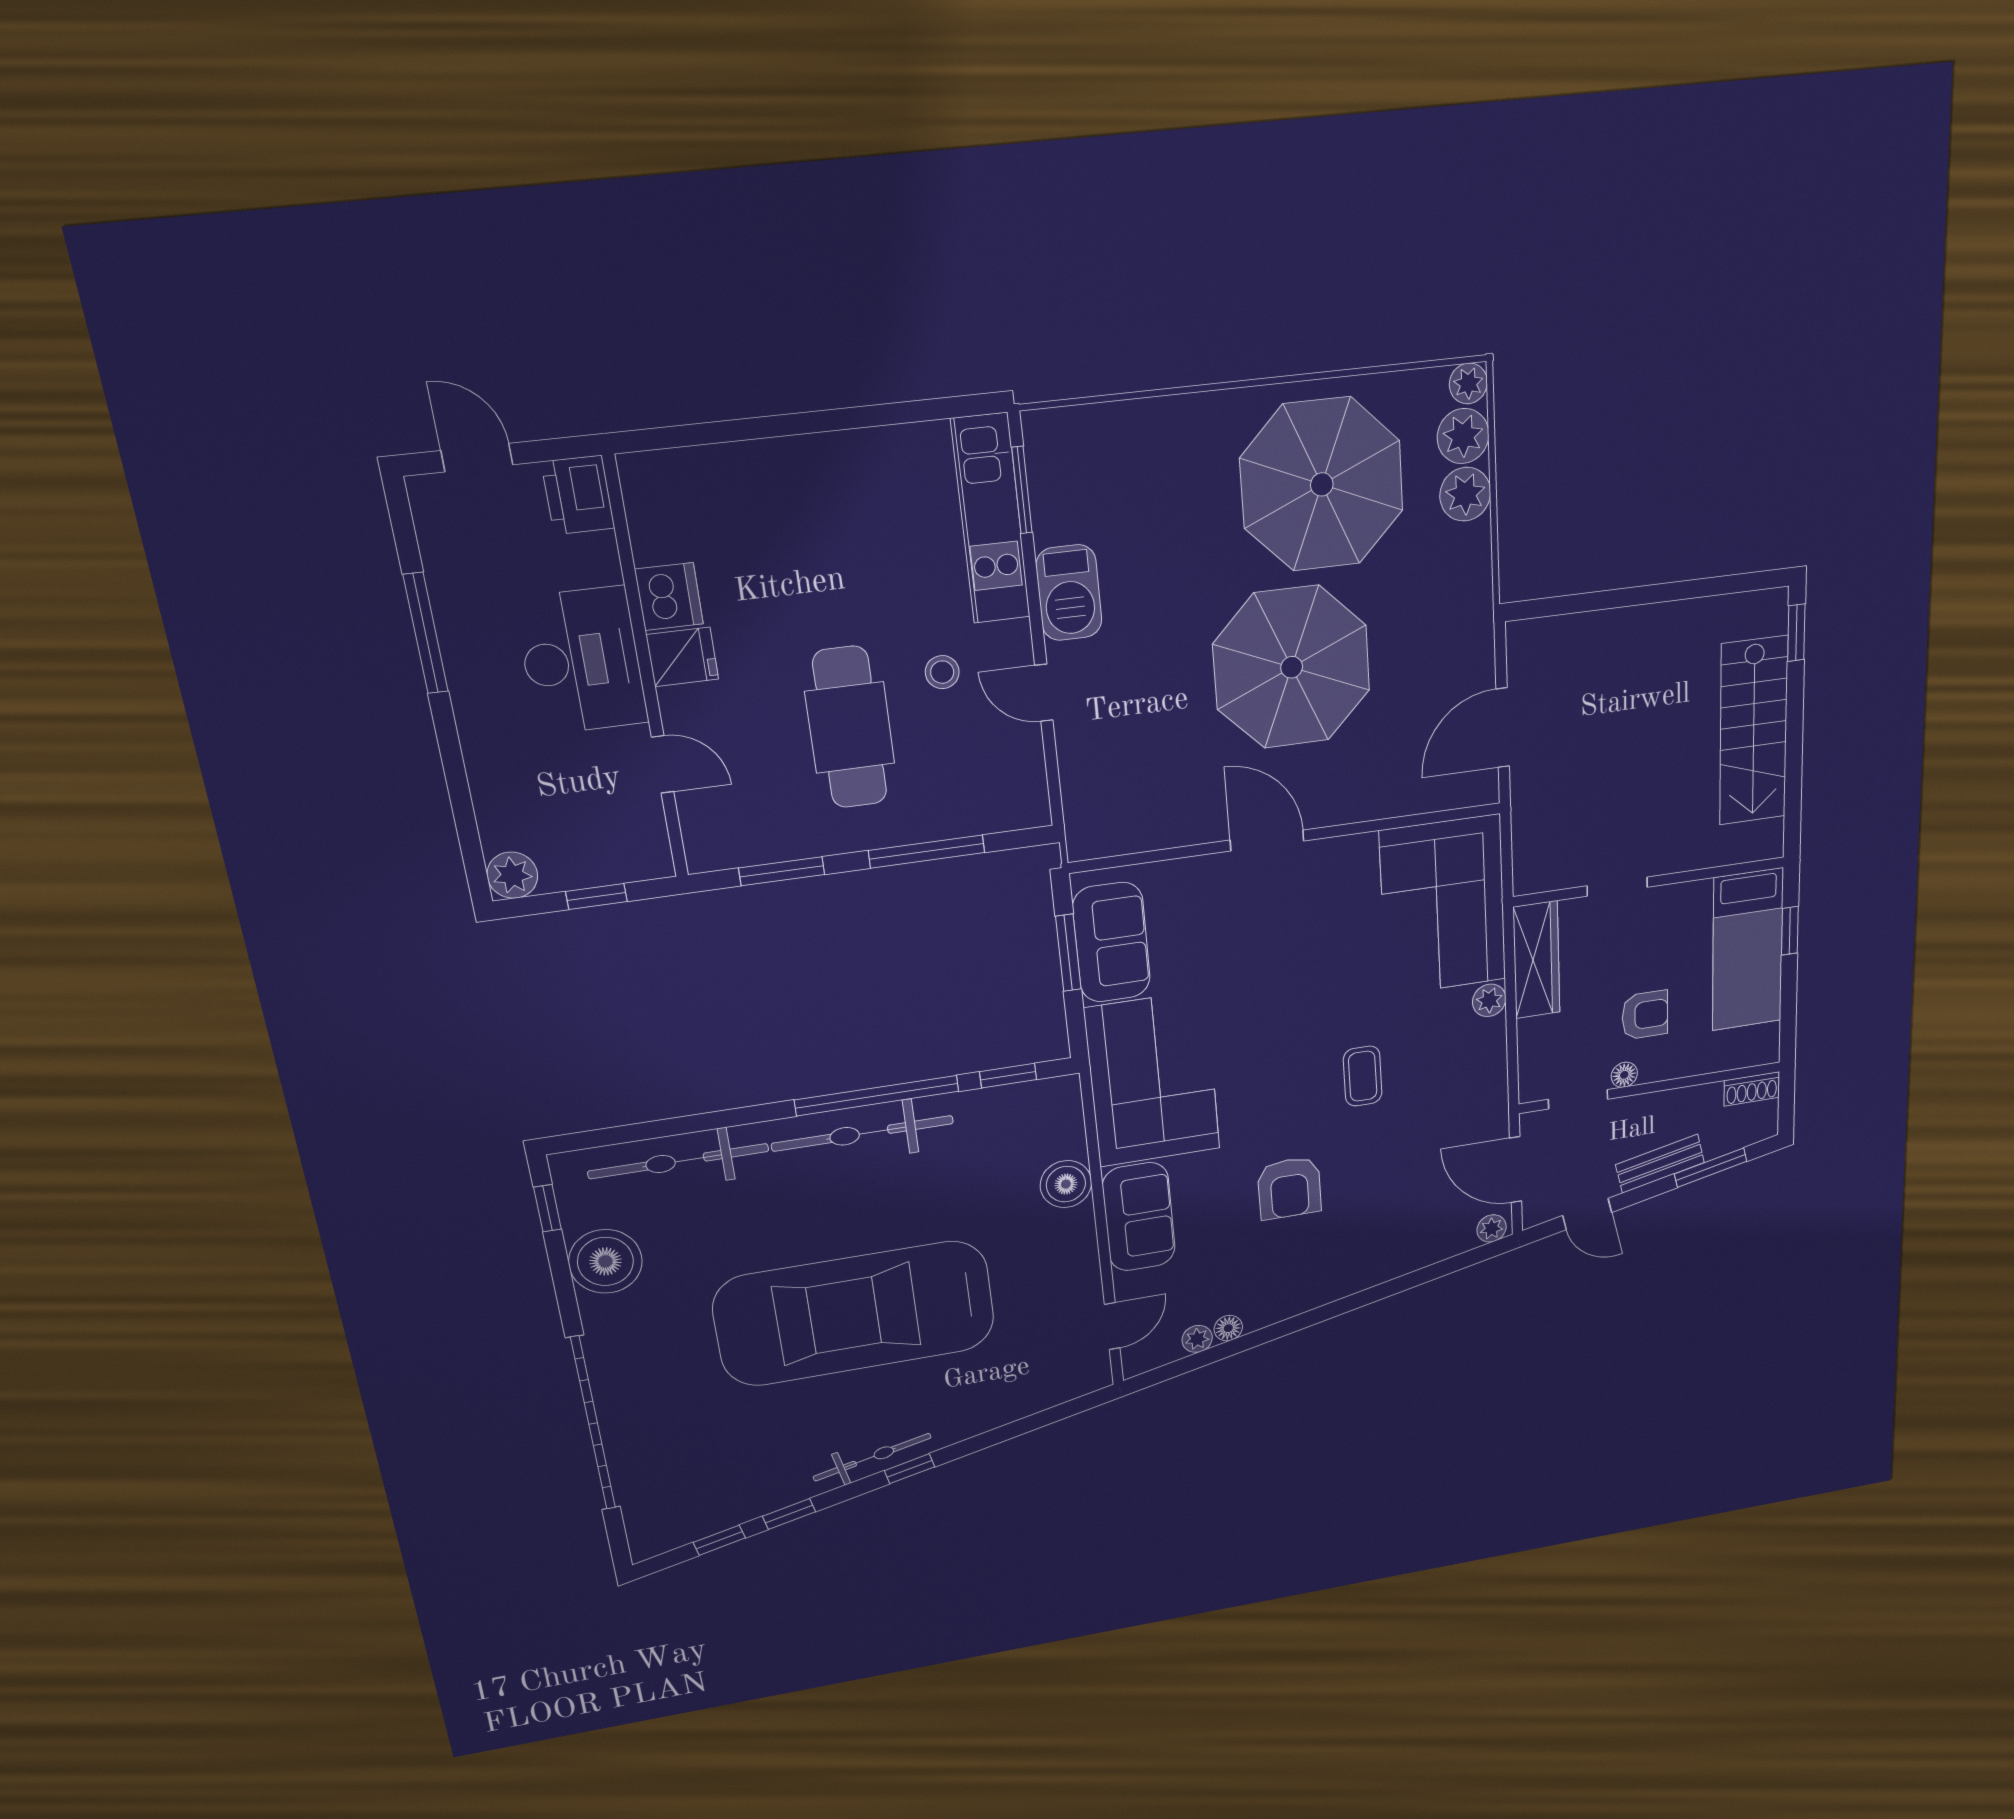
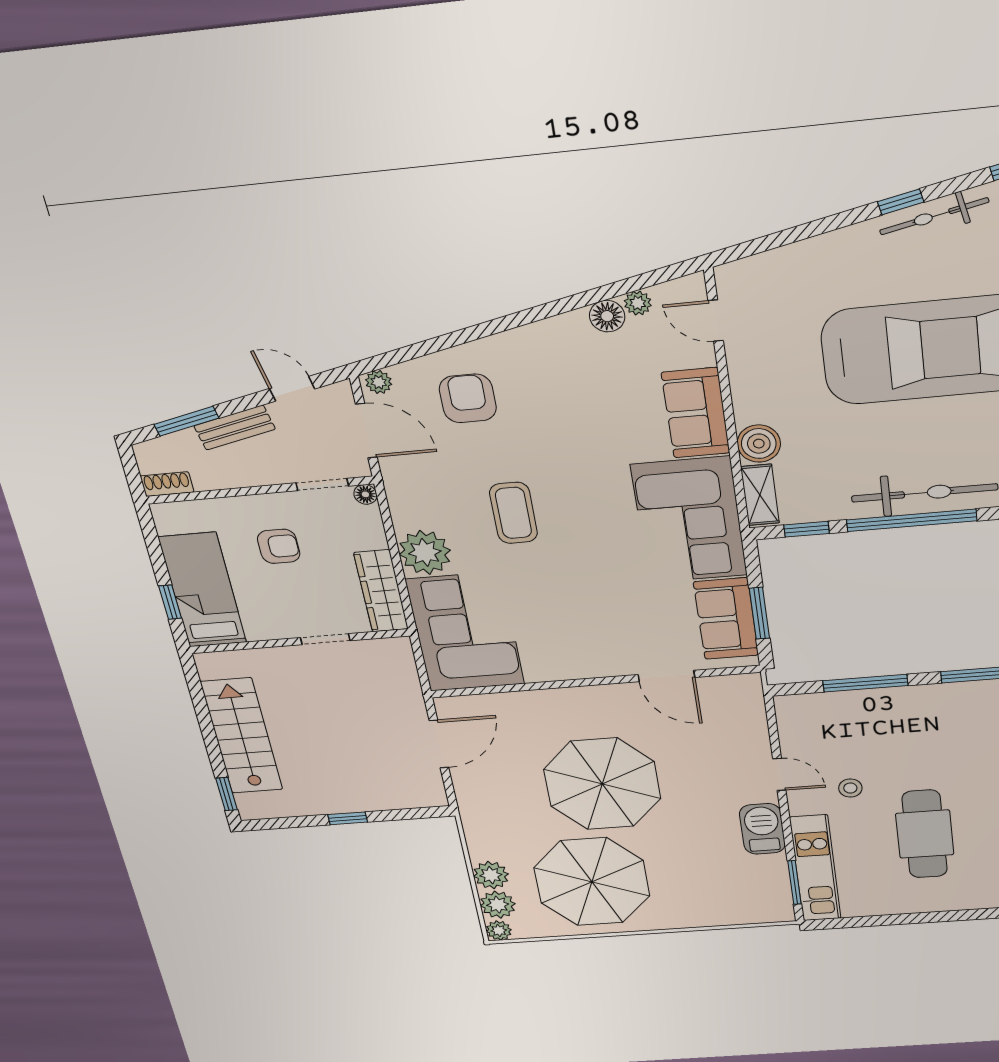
window: (1646, 595) -> (348, 818), added
cafe table: (850, 727) -> (925, 834), moved
door: (1267, 841) -> (666, 676), moved
plant: (1489, 1000) -> (425, 552), width x1.87, depth x1.87
armchair: (1645, 1015) -> (279, 546), turned 180
floor lamp: (1624, 1075) -> (365, 494), moved
coffee table: (1363, 1076) -> (513, 513), width x1.36, depth x1.30
shelving: (1065, 1118) -> (760, 495), added
armchair: (1289, 1188) -> (468, 398), moved
door: (1112, 1326) -> (716, 321), hinge flipped
floor lamp: (1228, 1328) -> (607, 316), width x1.37, depth x1.37

